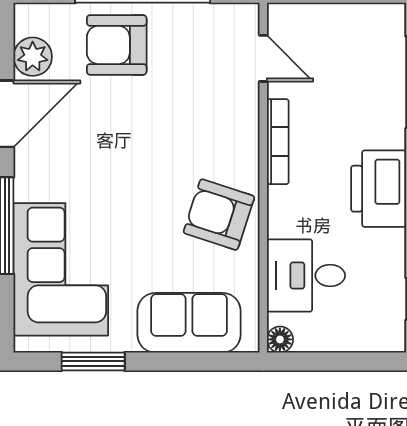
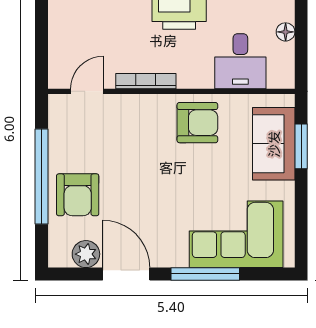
armchair: (219, 215) -> (197, 123), turned -108
floor lamp: (280, 339) -> (286, 32), moved
window: (93, 361) -> (301, 146), moved

